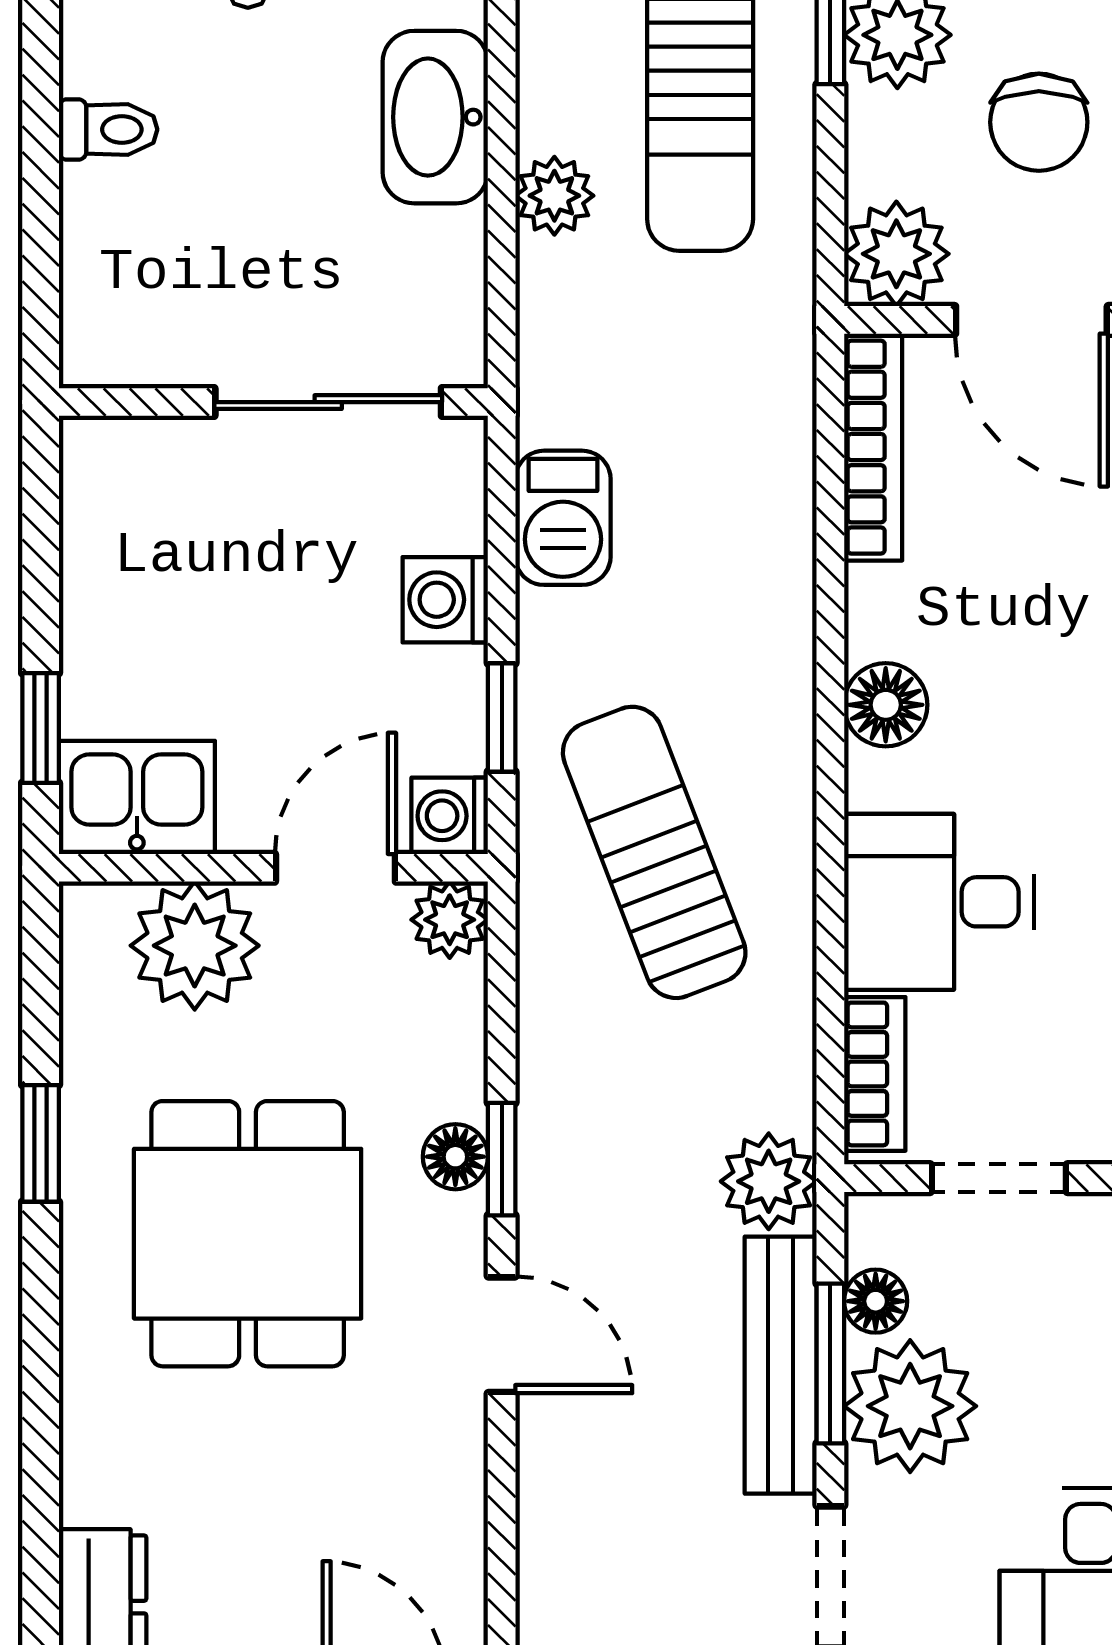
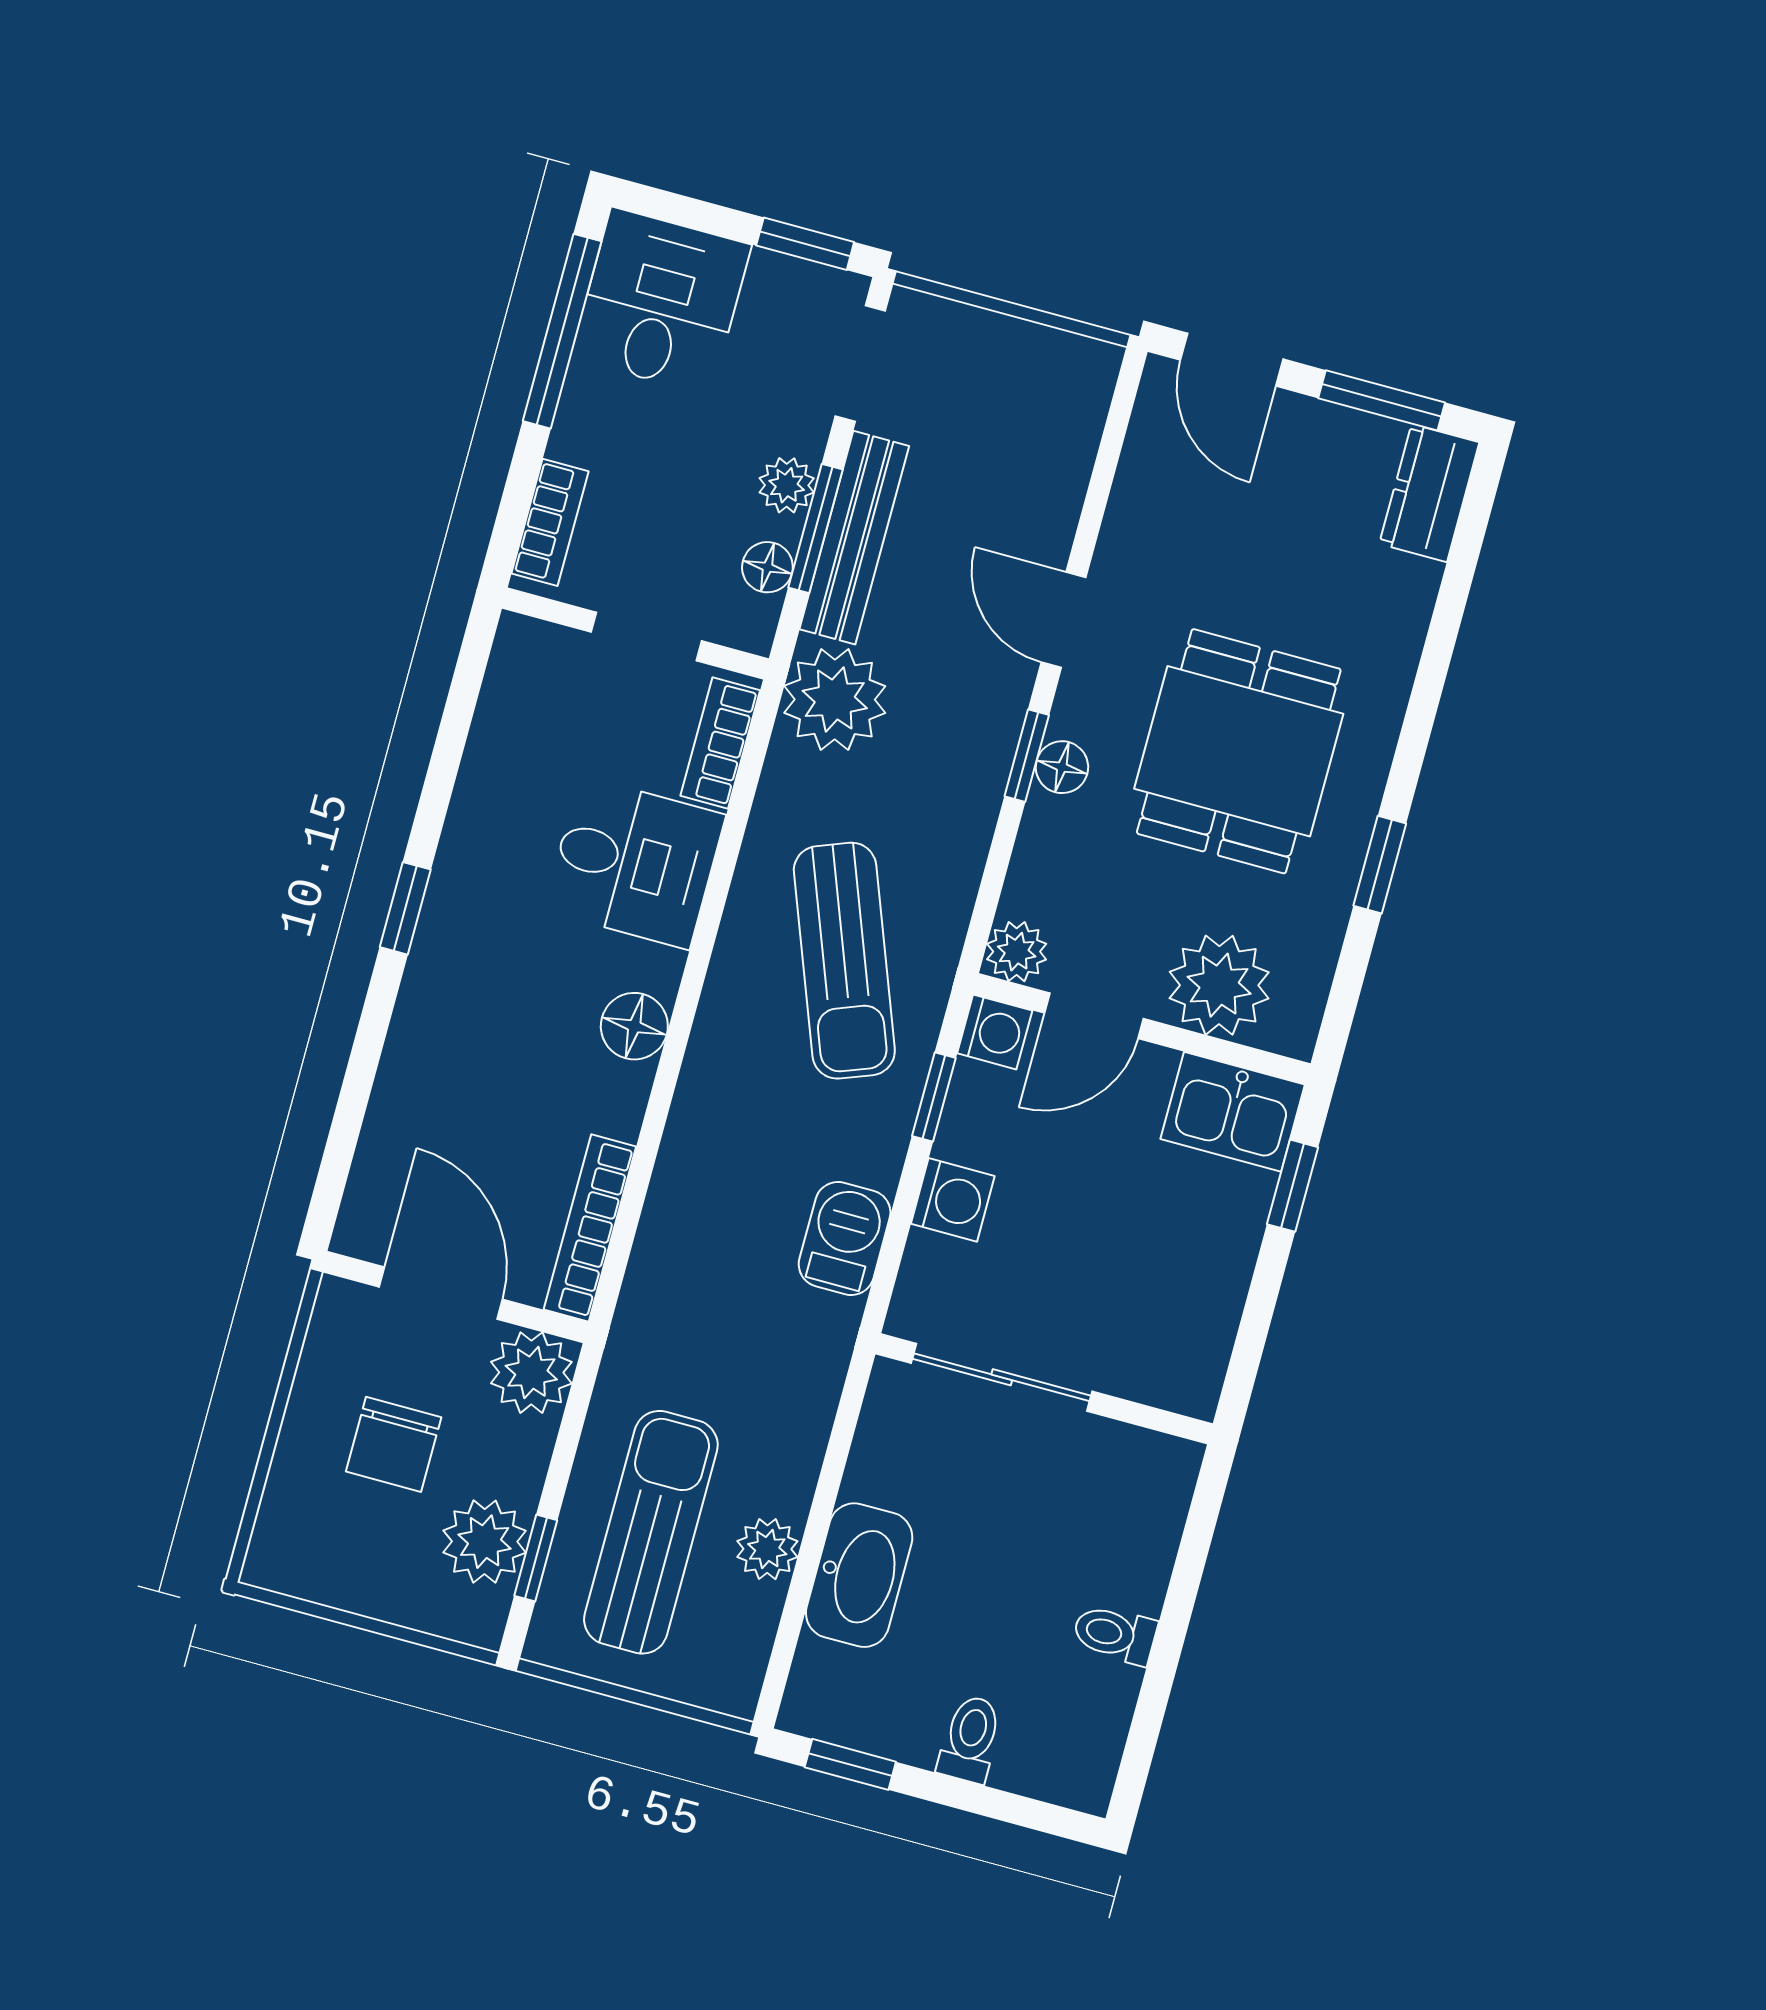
chair: (1039, 122) -> (394, 1444), turned 180
plant: (554, 196) -> (767, 1549), moved
plant: (769, 1181) -> (835, 699), width x1.36, depth x1.36
plant: (910, 1406) -> (787, 485), width x0.53, depth x0.53

